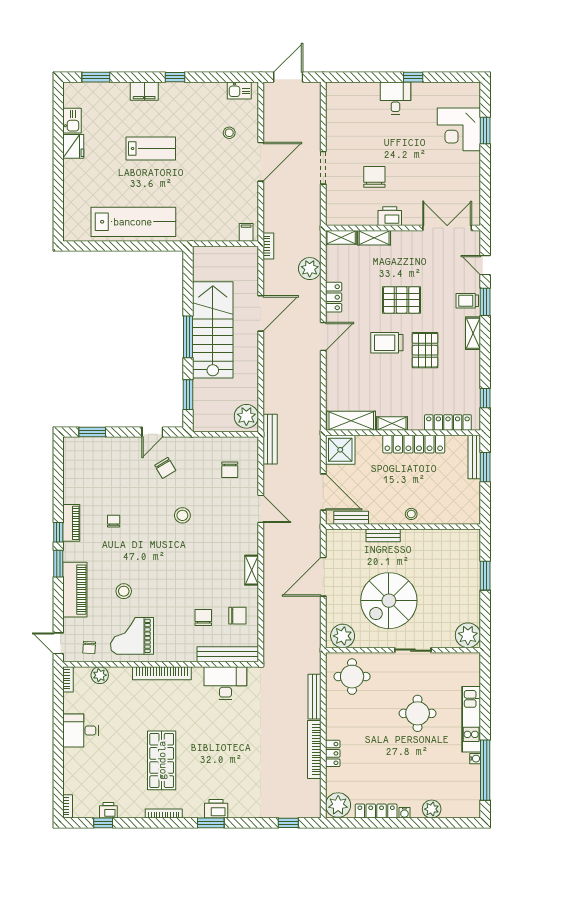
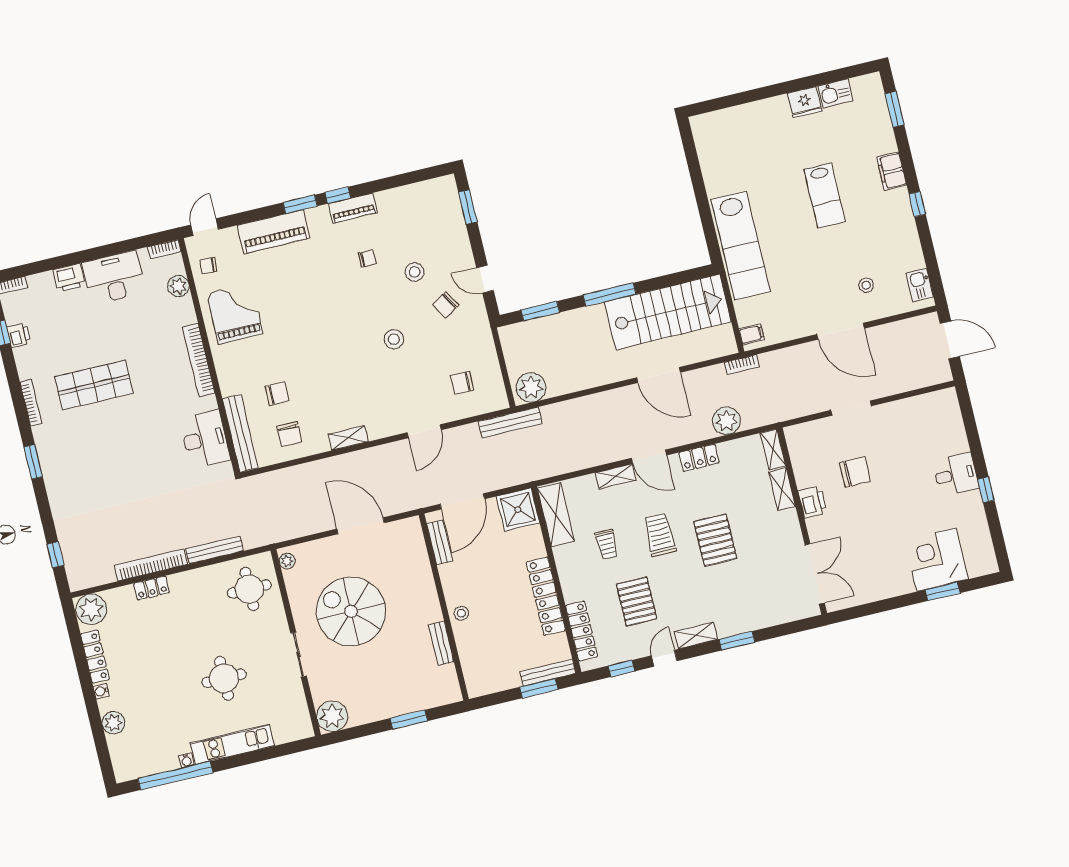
lab bench: (133, 222) -> (741, 246), moved
door: (485, 265) -> (664, 658), moved
trolley: (467, 301) -> (607, 544), moved, turned 180
stairs: (213, 330) -> (668, 312), moved
pallet: (425, 350) -> (637, 601), moved, turned 90
shelving: (392, 424) -> (616, 476), moved, turned 90
bench: (383, 535) -> (441, 643), moved
stool: (124, 591) -> (415, 272), moved
plant: (343, 636) -> (287, 561), width x0.53, depth x0.53
desk: (81, 730) -> (114, 277), width x1.37
printer: (216, 809) -> (69, 278), moved, turned 90

